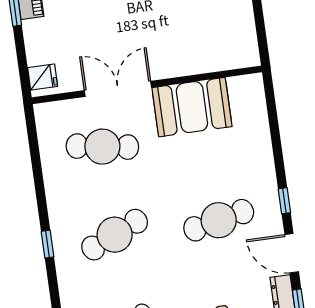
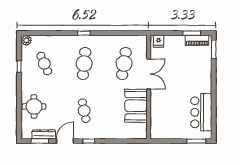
cafe table: (219, 220) -> (84, 111), width x0.73, depth x0.74
cafe table: (115, 235) -> (84, 64), turned 30

